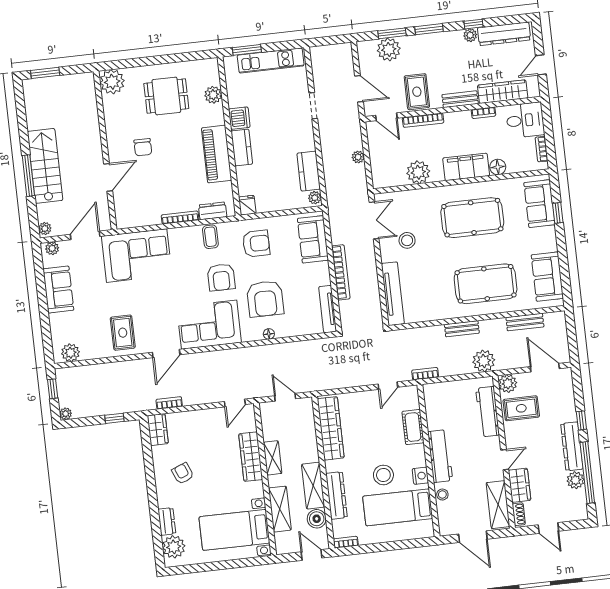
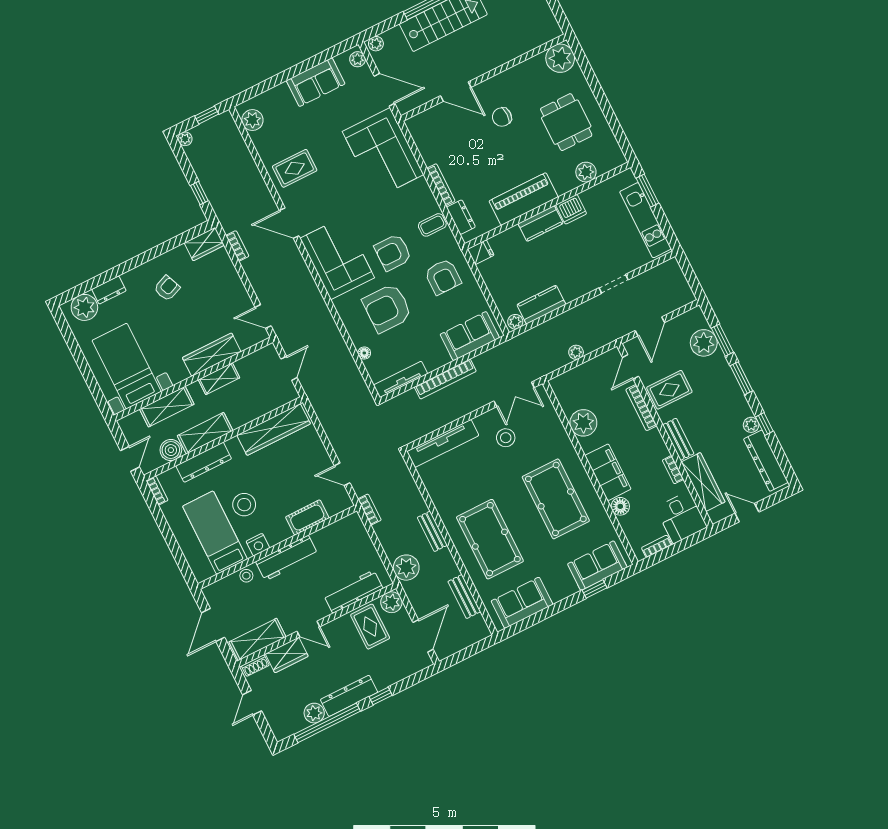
floor lamp: (269, 334) -> (364, 353), moved

